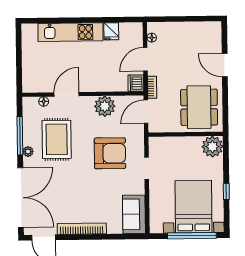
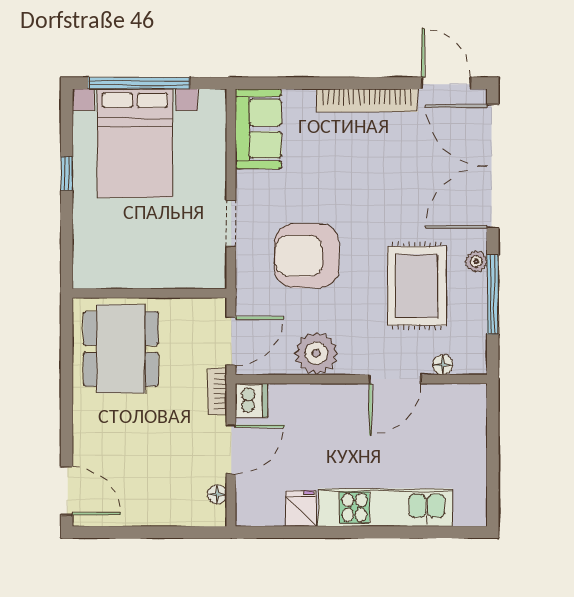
door: (225, 65) -> (67, 491), moved
plant: (212, 147) -> (94, 267), removed

